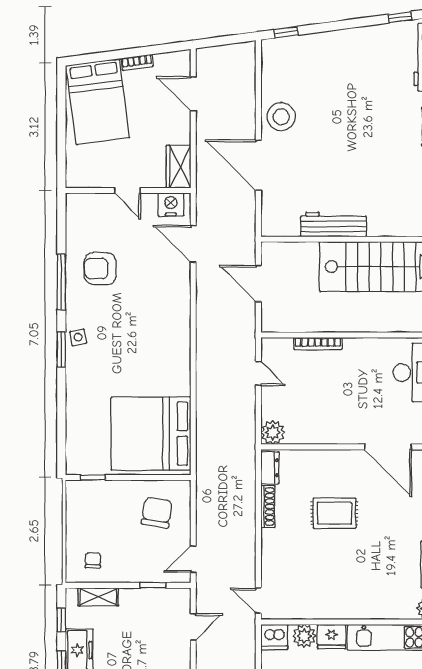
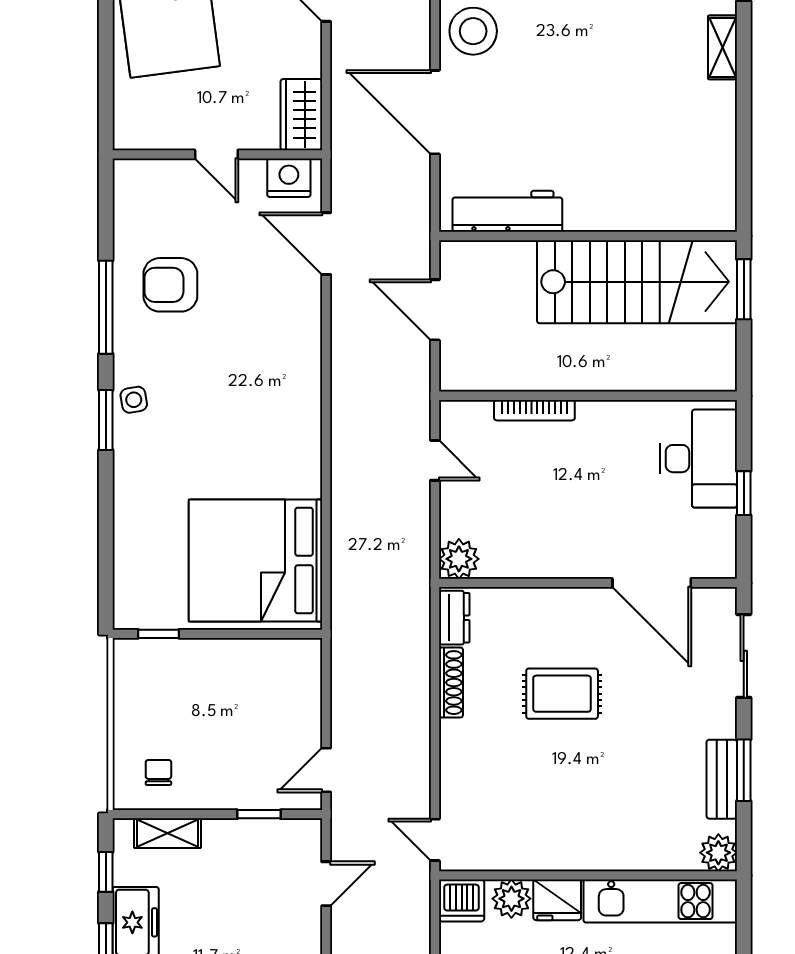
workbench: (334, 225) -> (507, 211), moved
chair: (157, 513) -> (265, 693), removed

